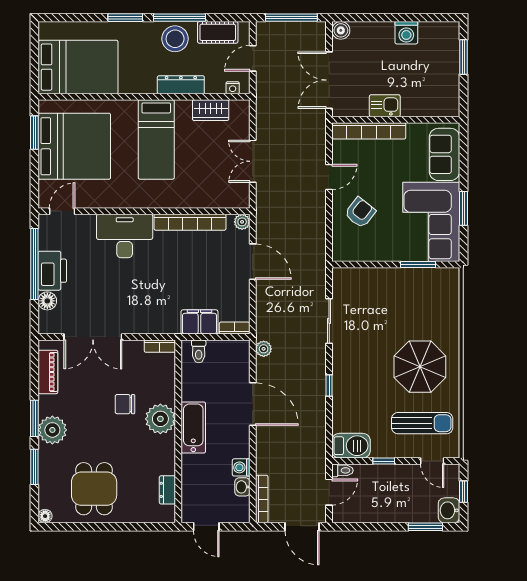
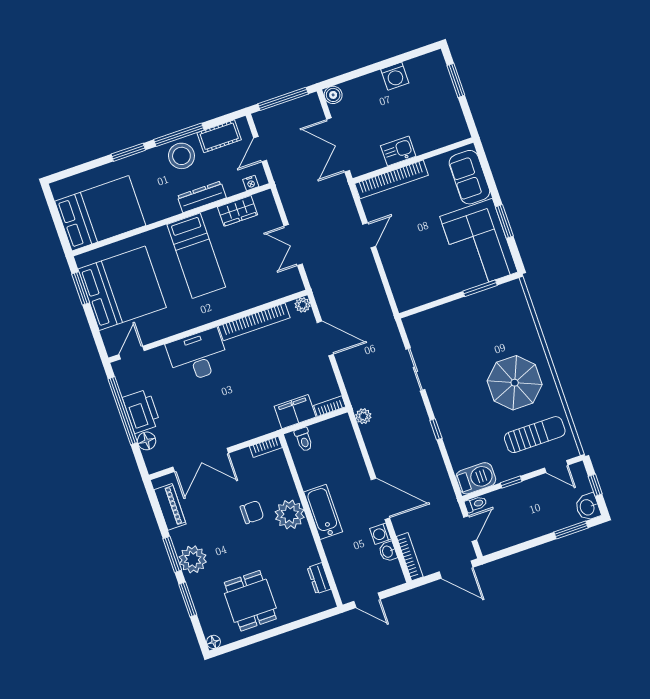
armchair: (360, 213) -> (410, 258), removed
chair: (125, 404) -> (252, 512), turned 180
door: (253, 404) -> (380, 499), moved

